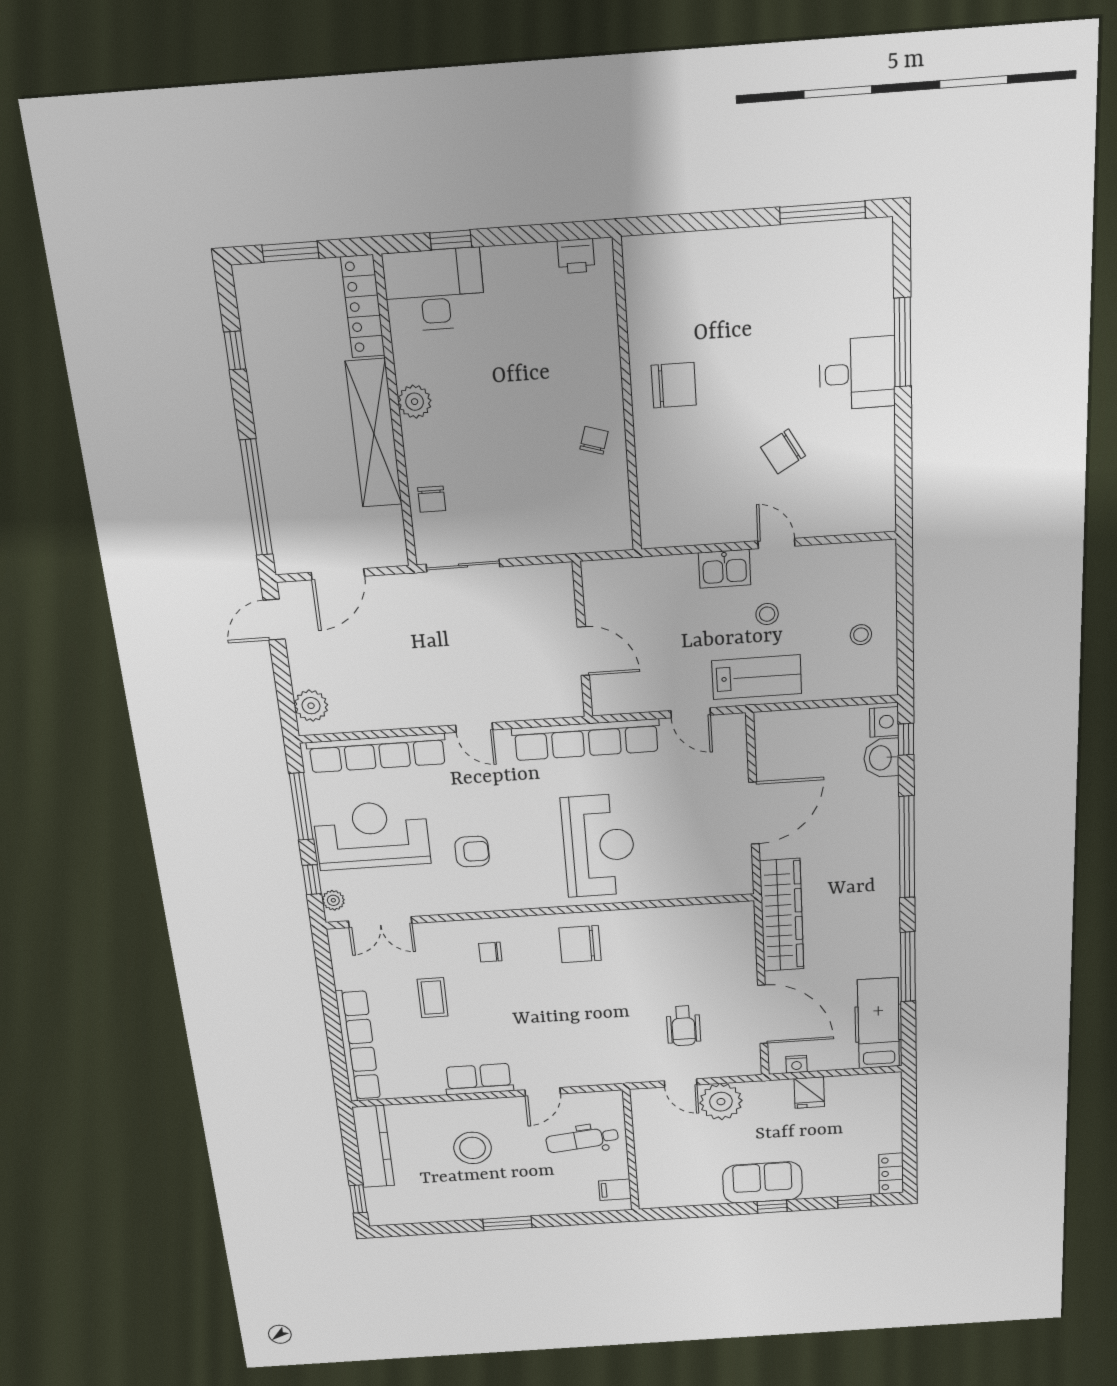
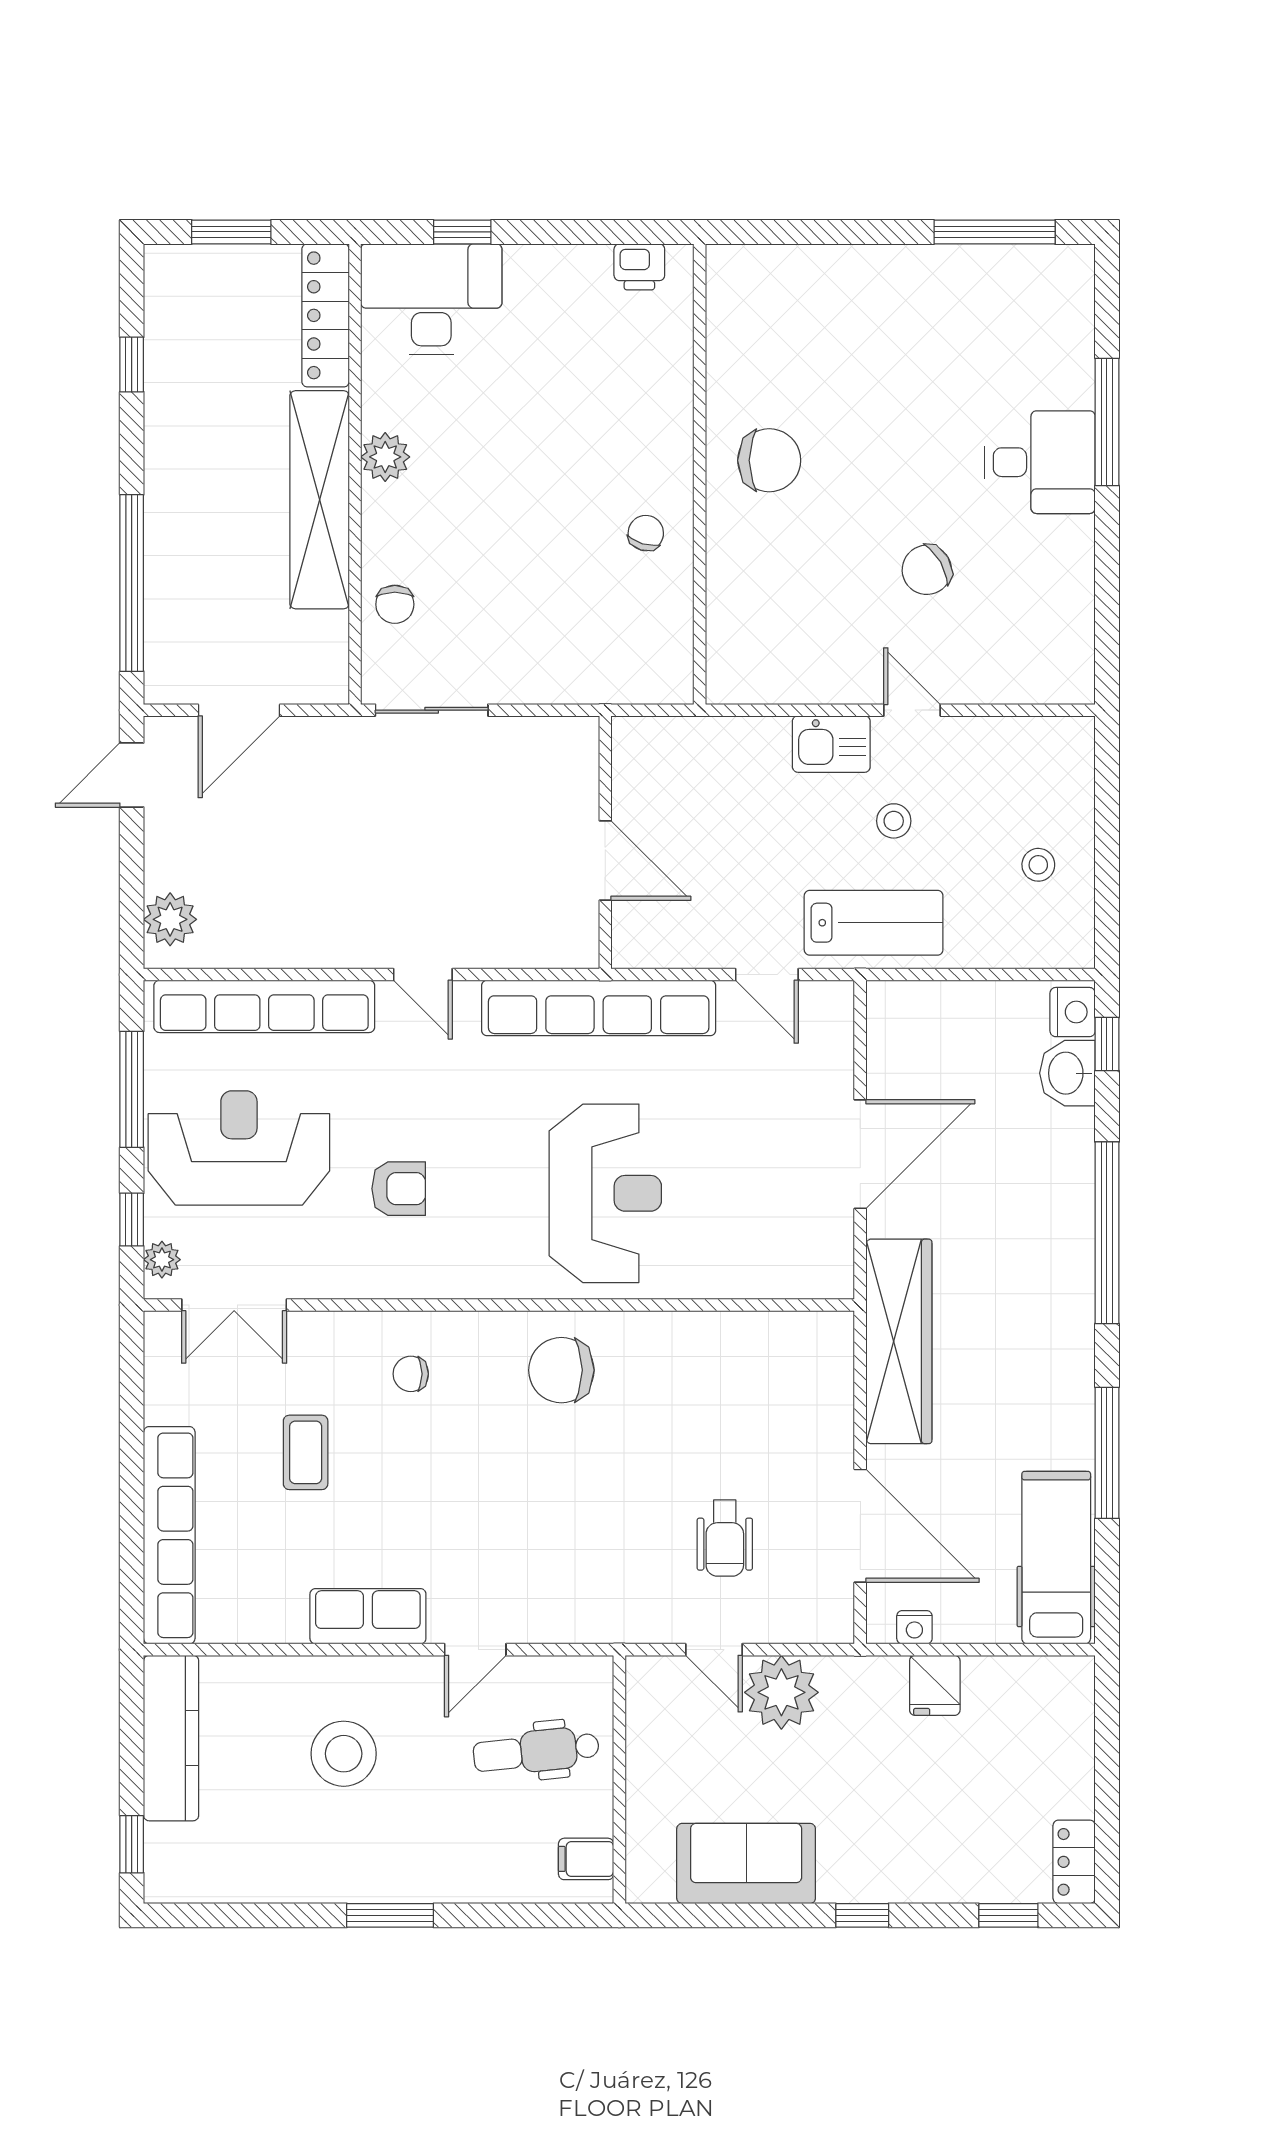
sofa: (763, 1183) -> (746, 1863), moved

